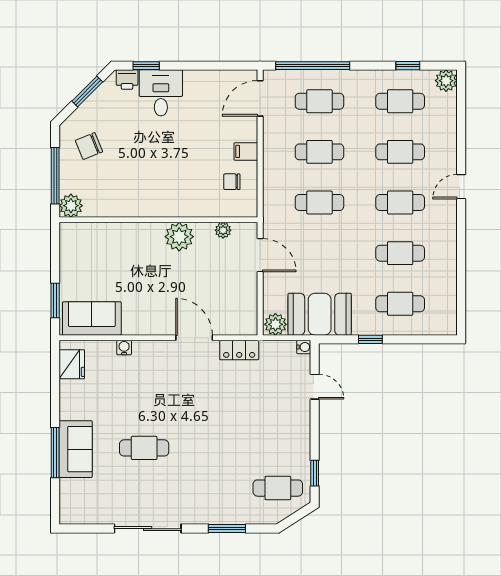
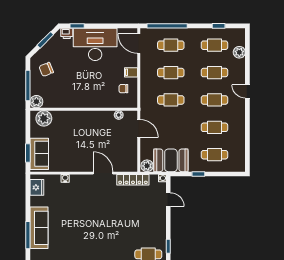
plant: (446, 81) -> (239, 52), moved
desk: (161, 93) -> (95, 44), width x1.87, depth x1.30
door: (260, 98) -> (139, 44), hinge flipped
door: (461, 187) -> (247, 91), hinge flipped
plant: (179, 237) -> (44, 118), moved
sofa: (92, 318) -> (39, 154), moved, turned 90
locker: (239, 350) -> (133, 180), width x1.53
cafe table: (144, 448) -> (76, 233), removed
sofa: (76, 449) -> (39, 228), width x1.36

